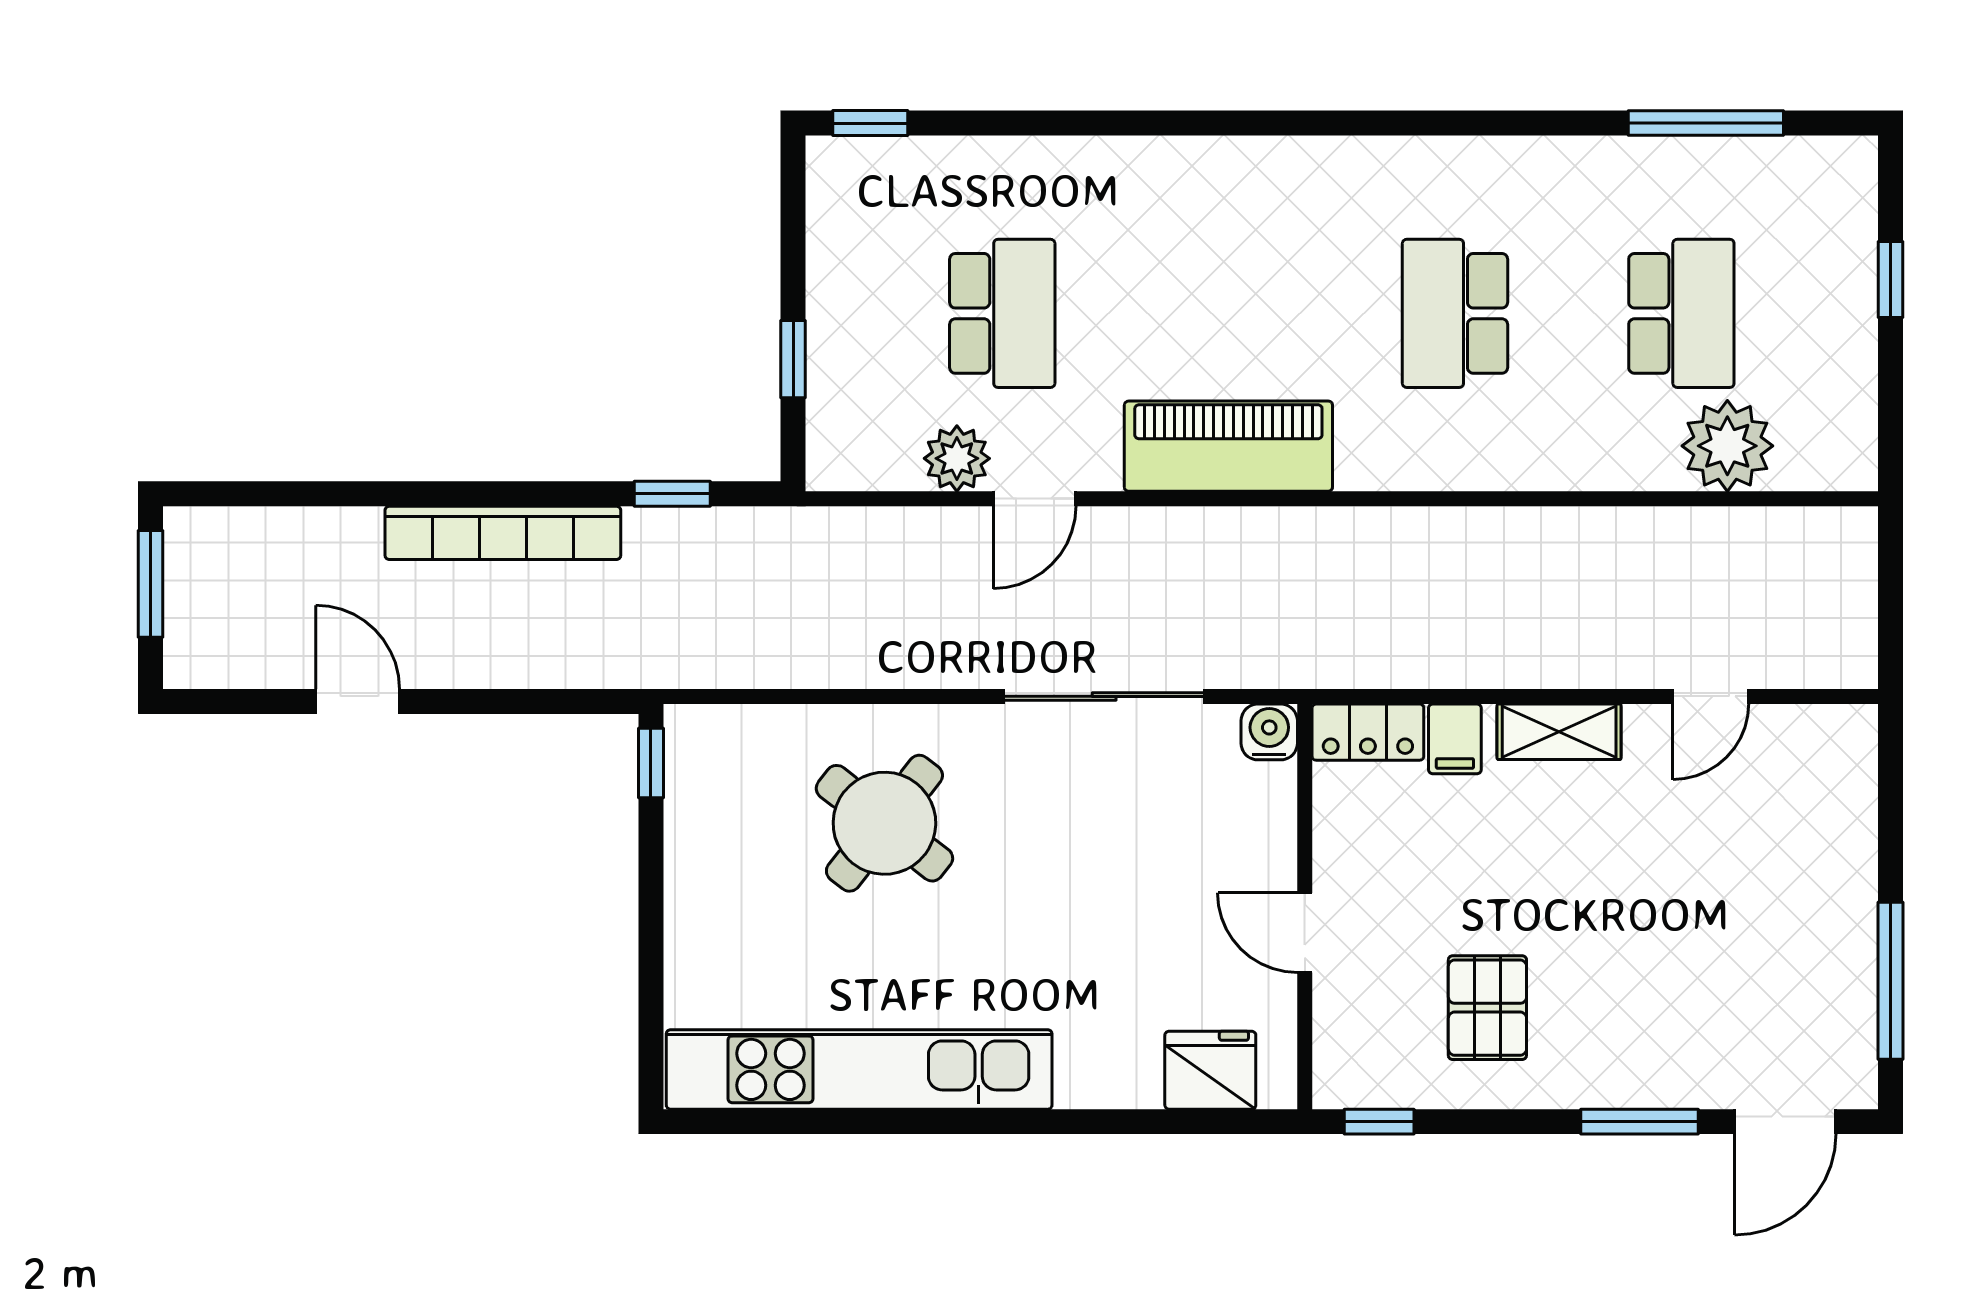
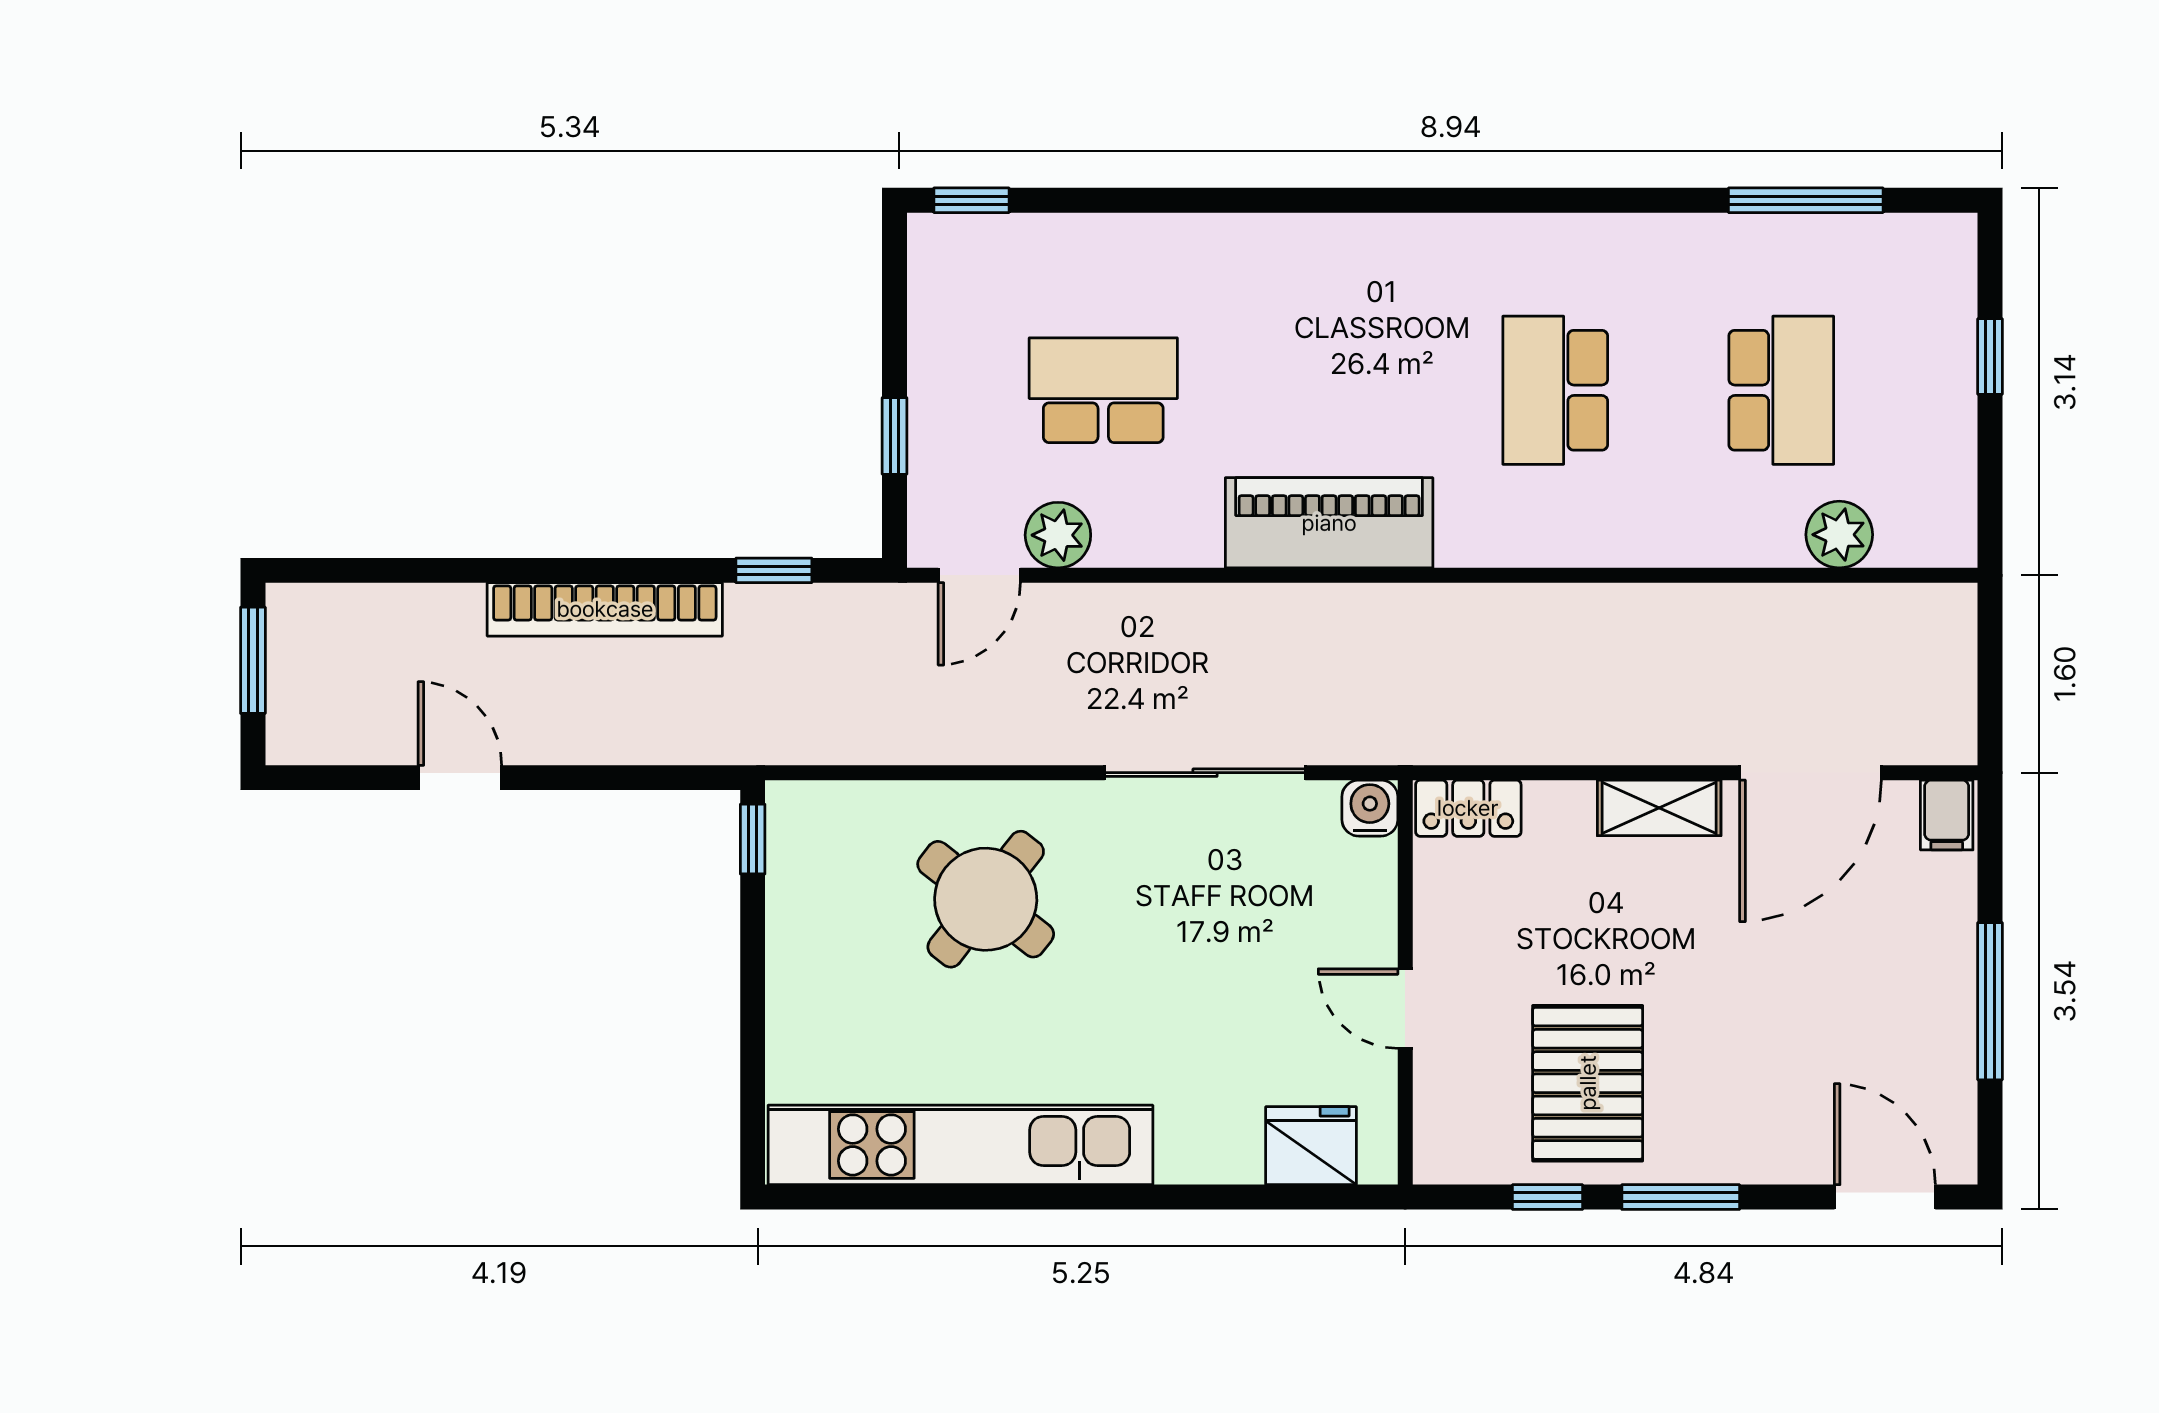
school desk: (1002, 313) -> (1103, 390), turned -90
plant: (1727, 446) -> (1839, 535), width x0.73, depth x0.73
door: (1035, 499) -> (979, 575), moved
door: (1711, 696) -> (1811, 773), width x1.87
filing cabinet: (1455, 739) -> (1947, 815), moved
window: (1891, 981) -> (1990, 1001), moved
pallet: (1487, 1008) -> (1588, 1083), width x1.50, depth x1.42
window: (1379, 1122) -> (1548, 1197), moved
window: (1640, 1122) -> (1681, 1197), moved
door: (1785, 1122) -> (1885, 1197), swing flipped

